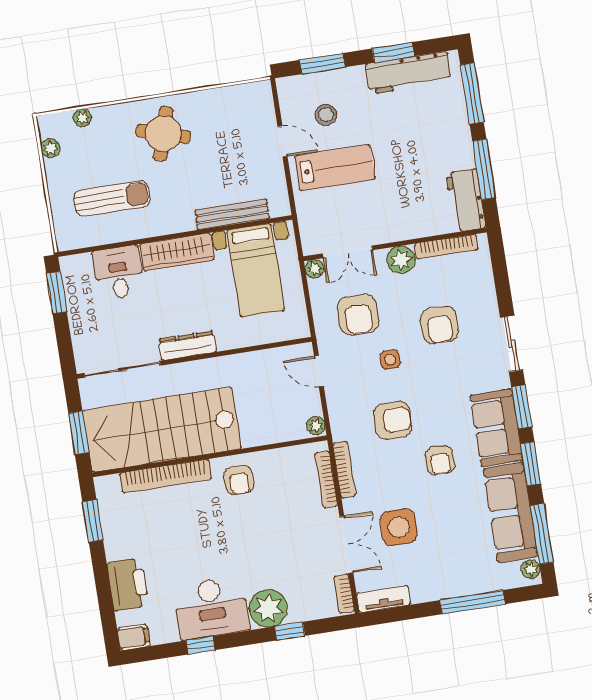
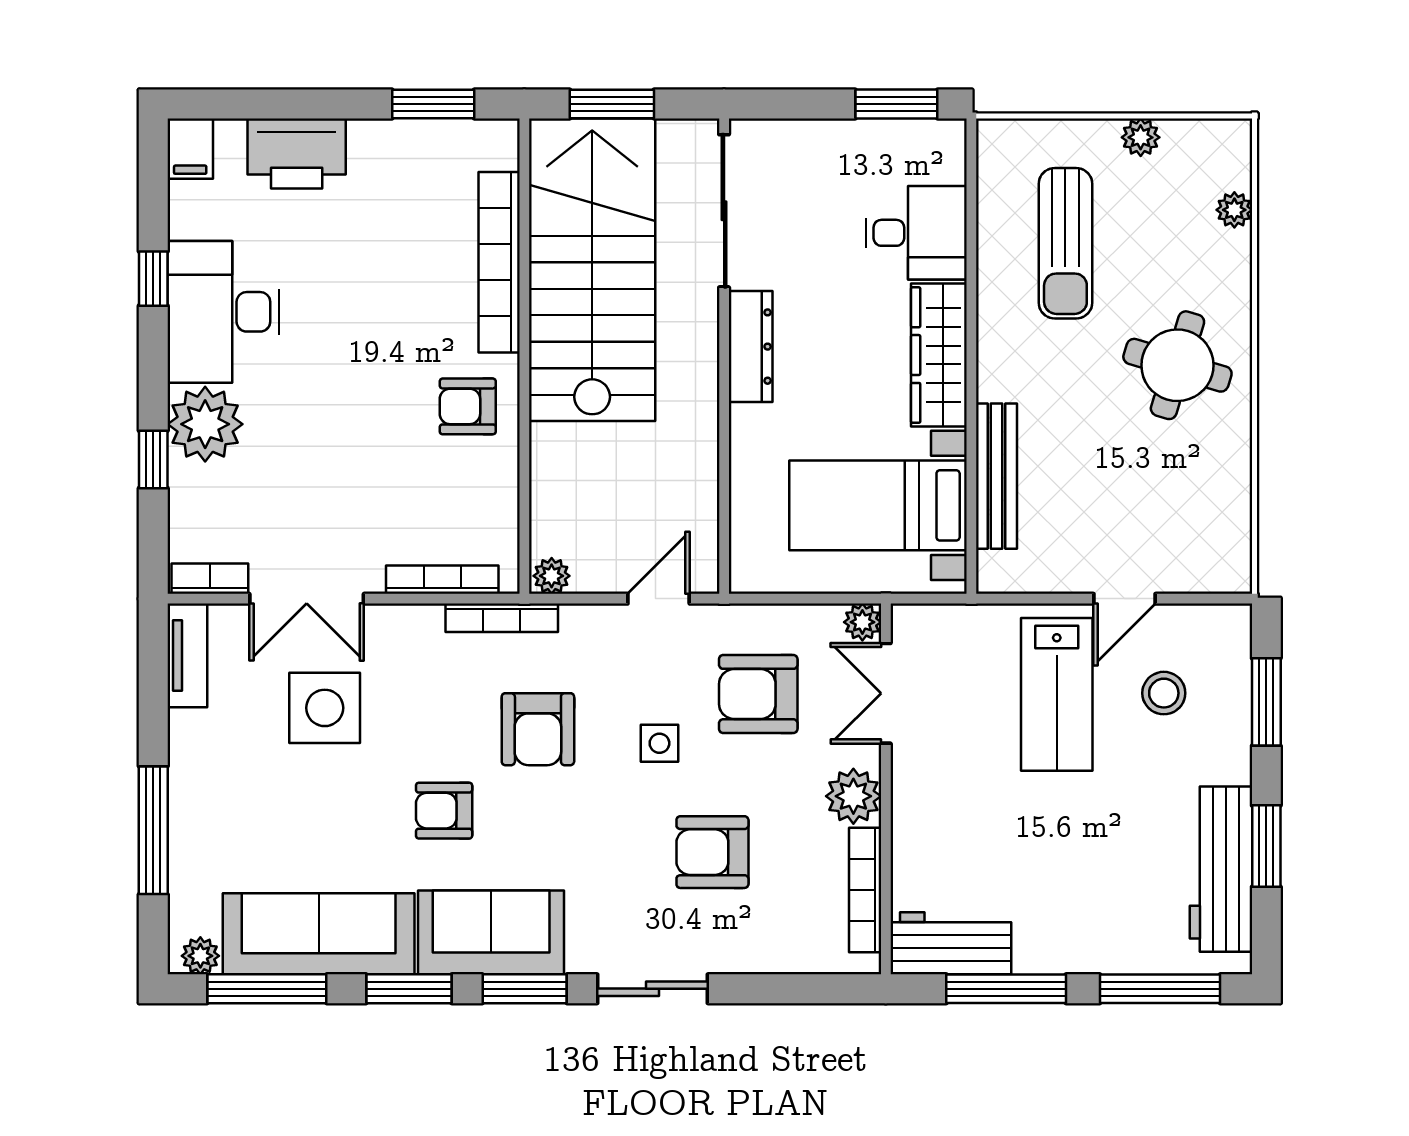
plant: (50, 148) -> (1141, 137), moved
bookcase: (344, 470) -> (502, 618), moved

